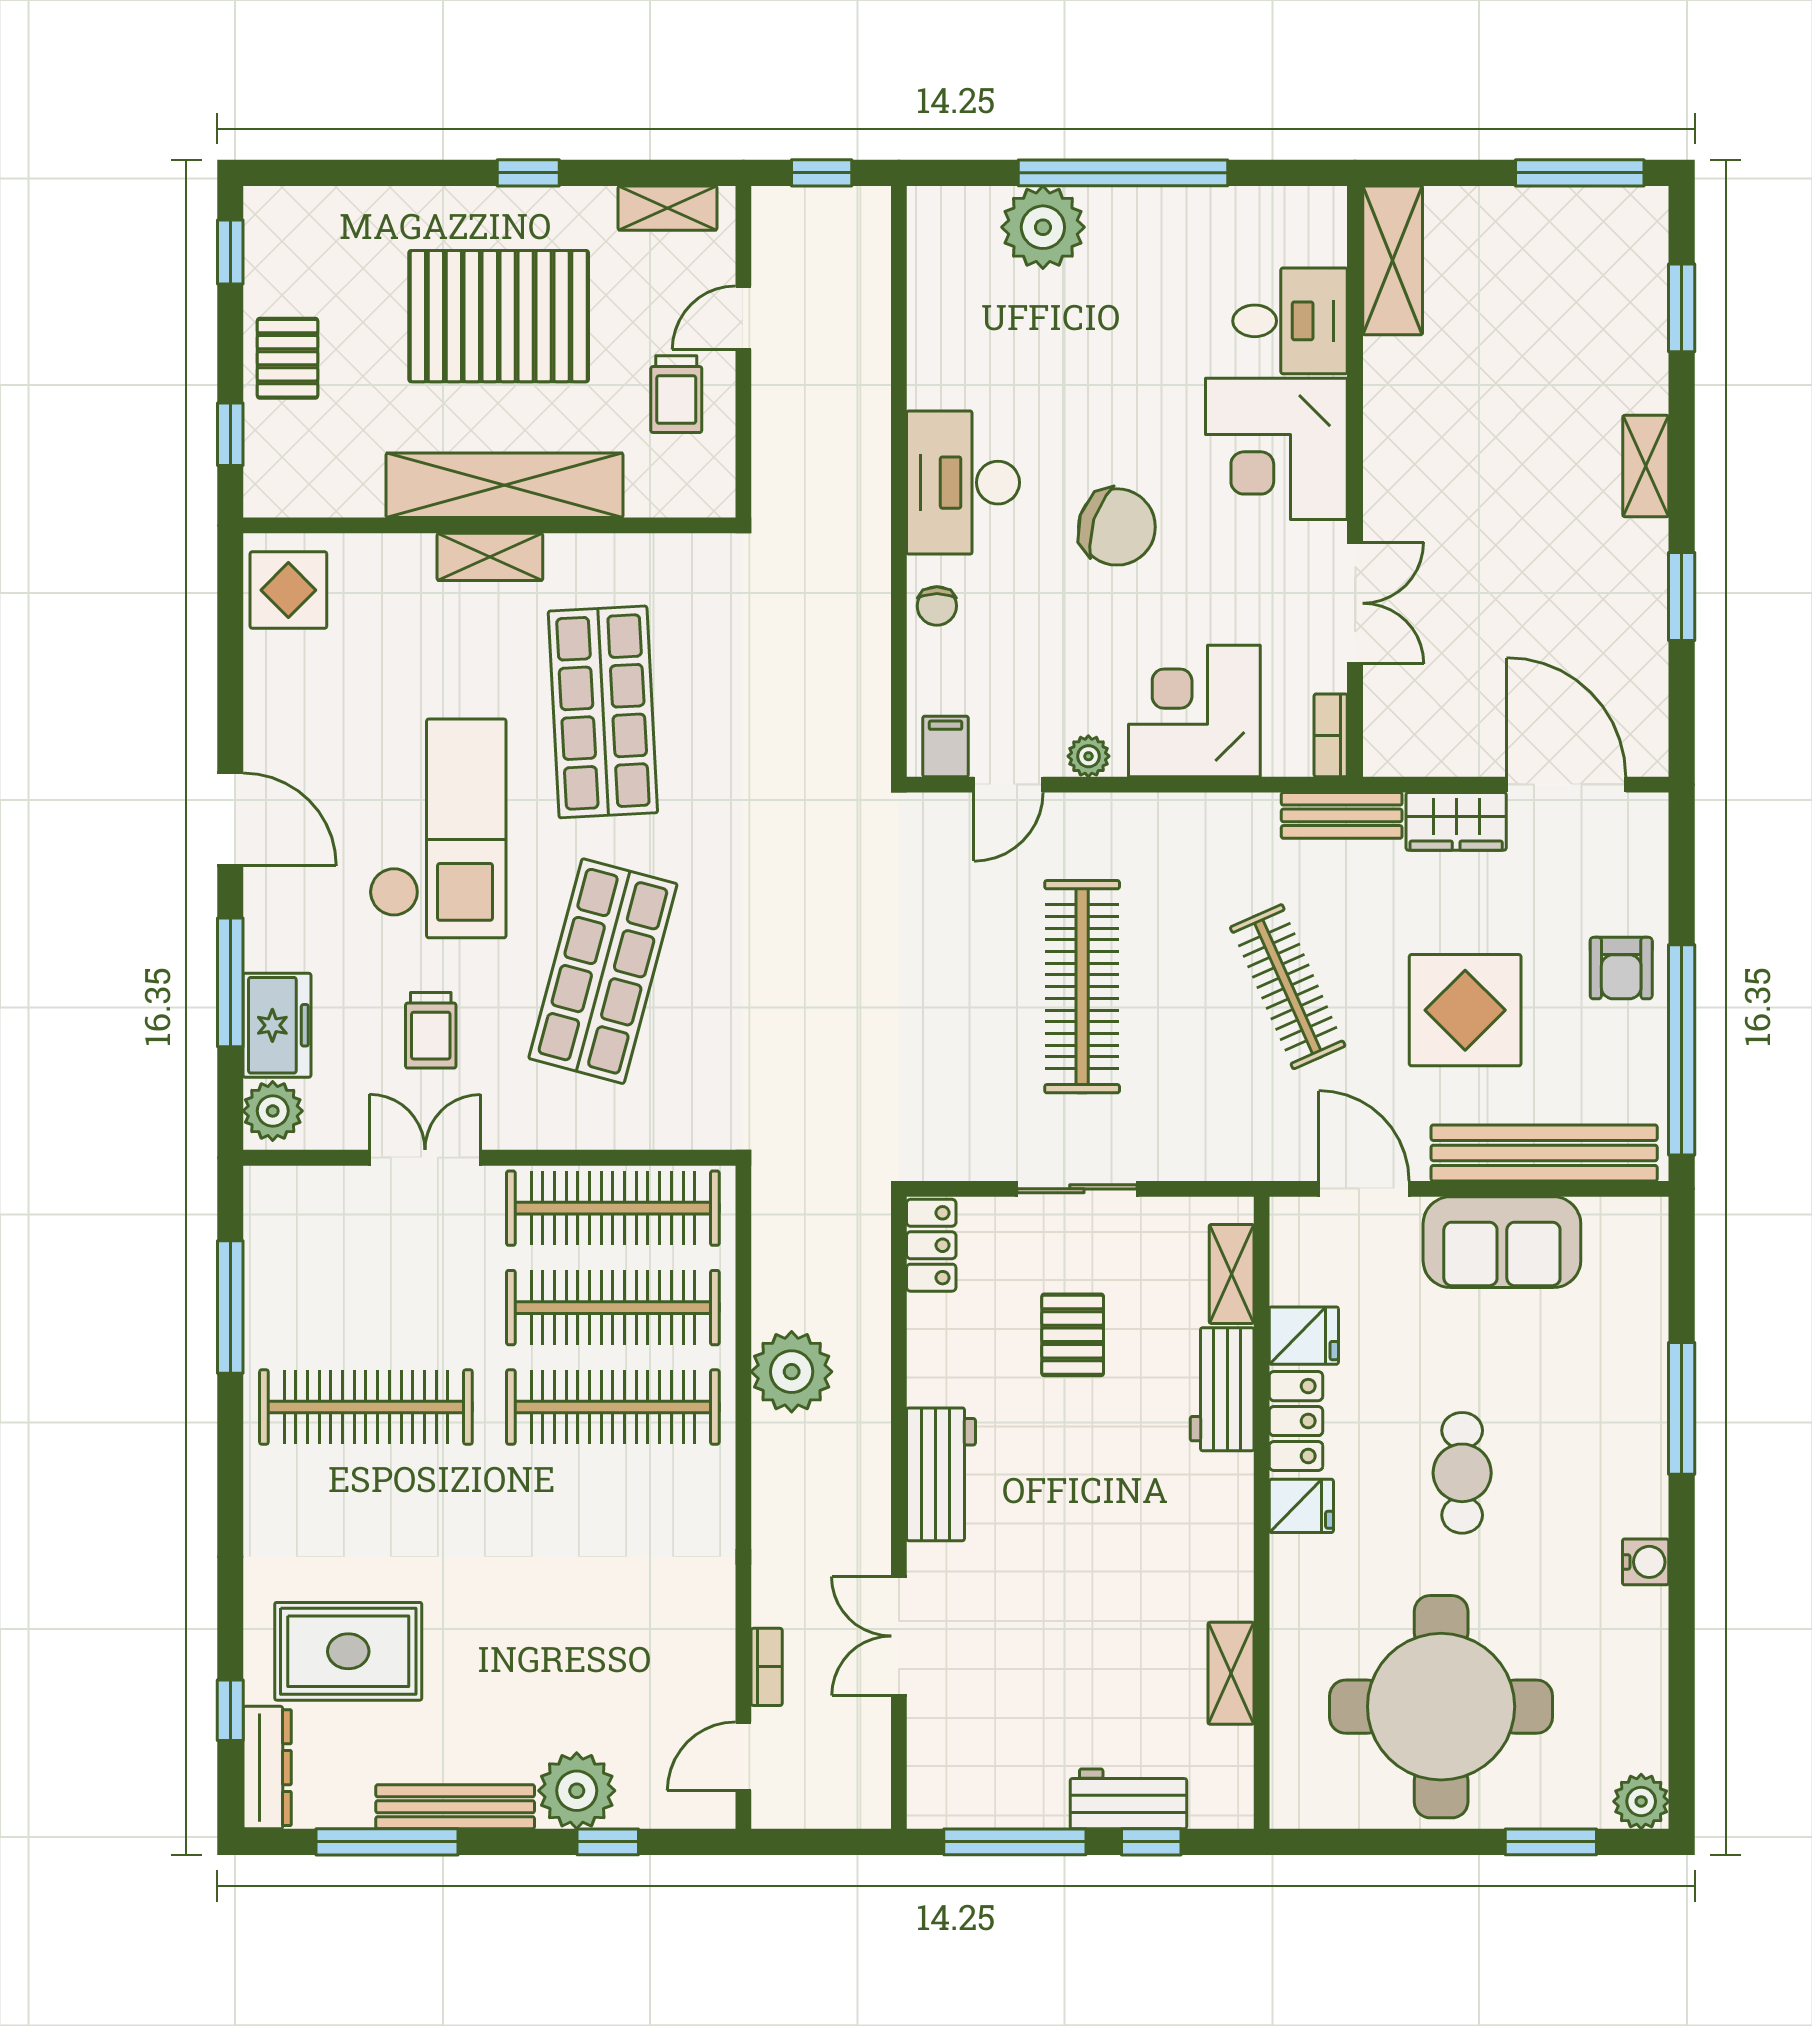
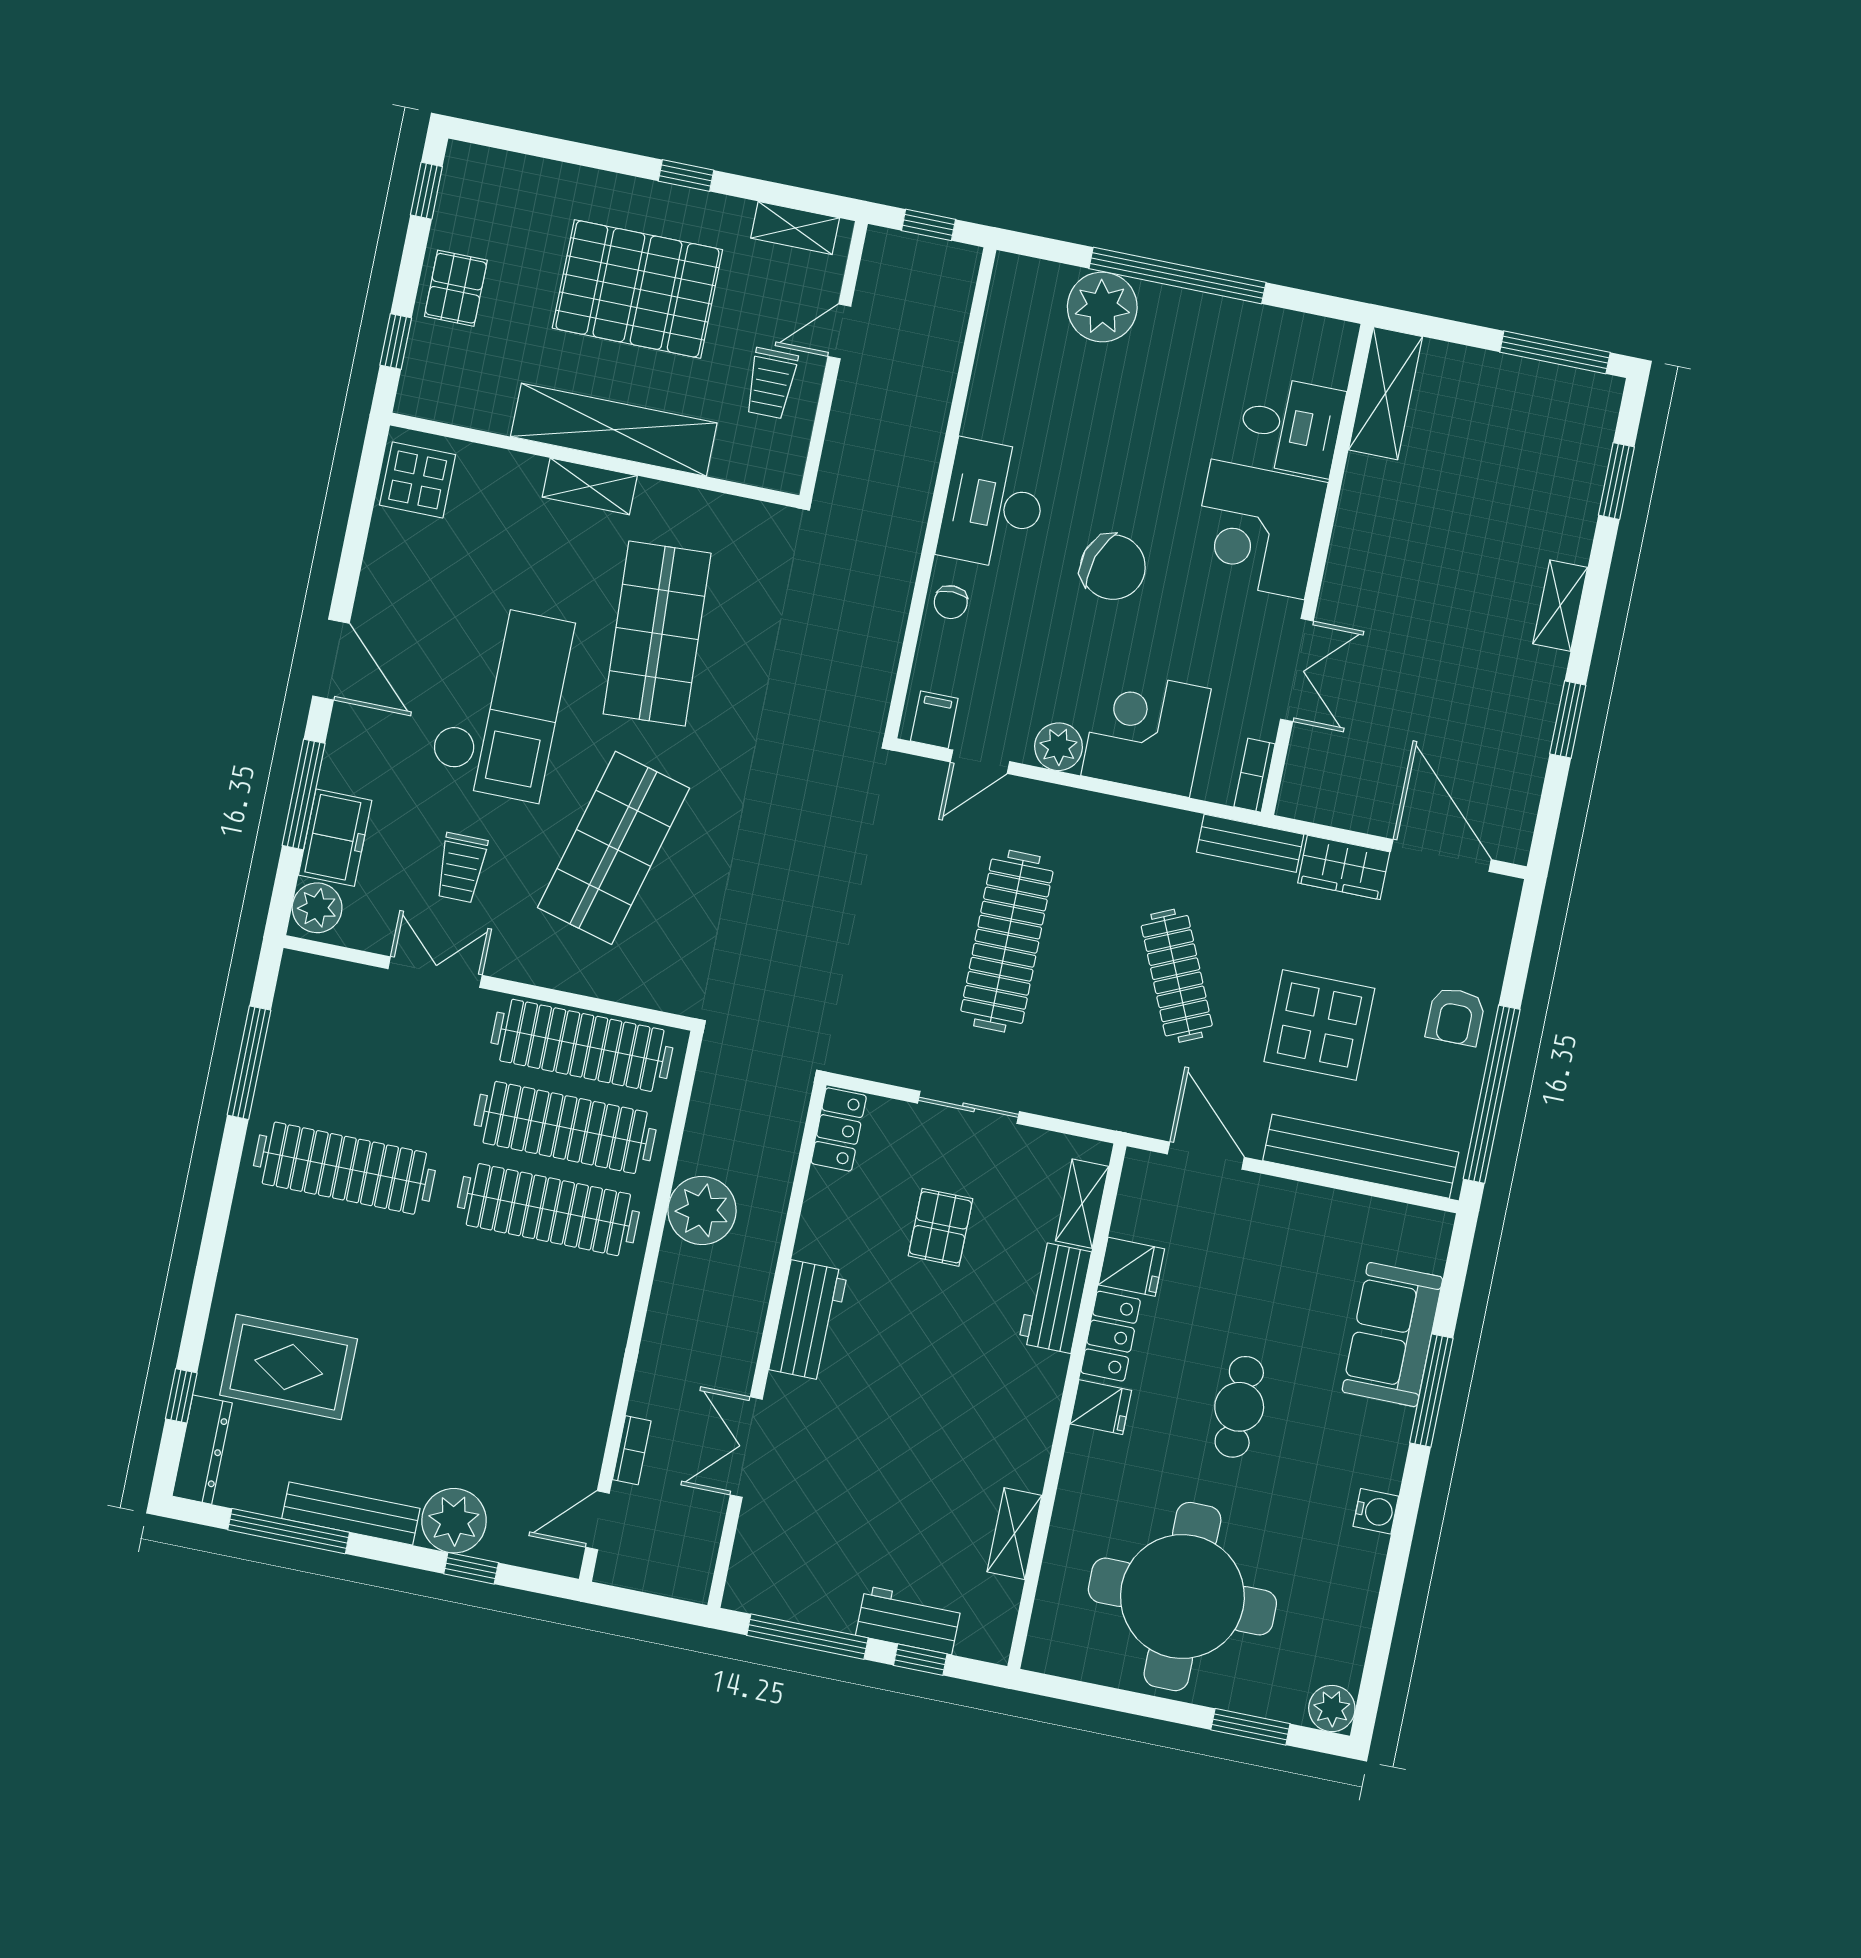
plant: (1088, 756) -> (1059, 747), width x1.38, depth x1.38
sofa: (1502, 1242) -> (1392, 1335), moved, turned 90

